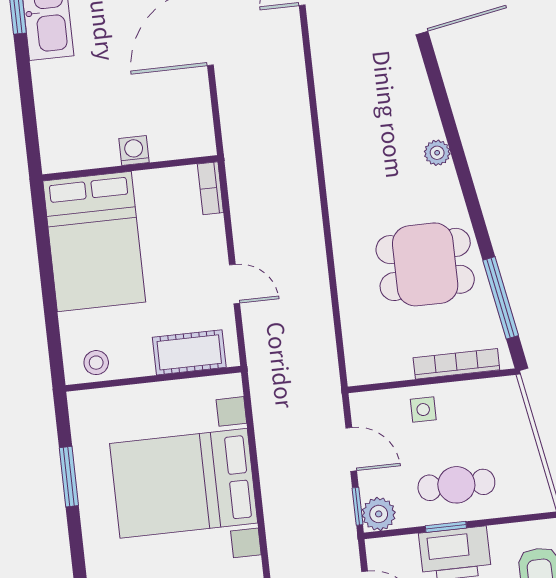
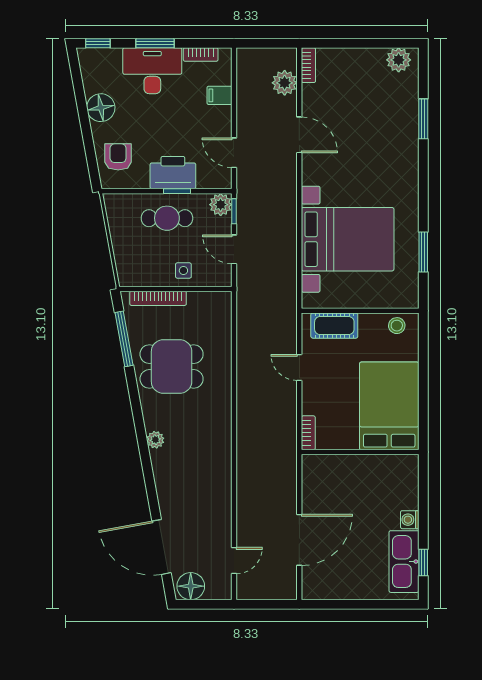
washing machine: (134, 151) -> (410, 520), moved, turned 90

